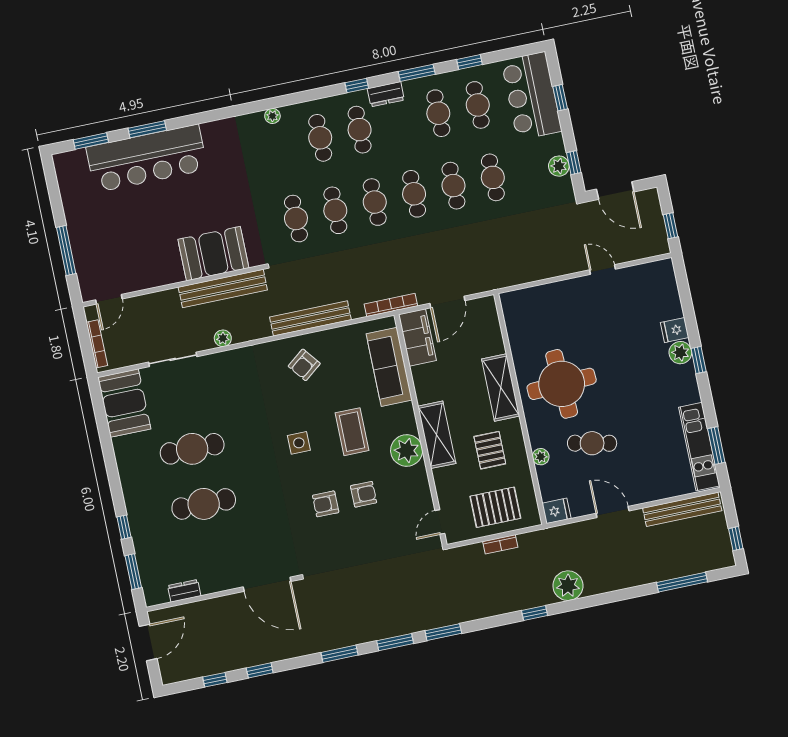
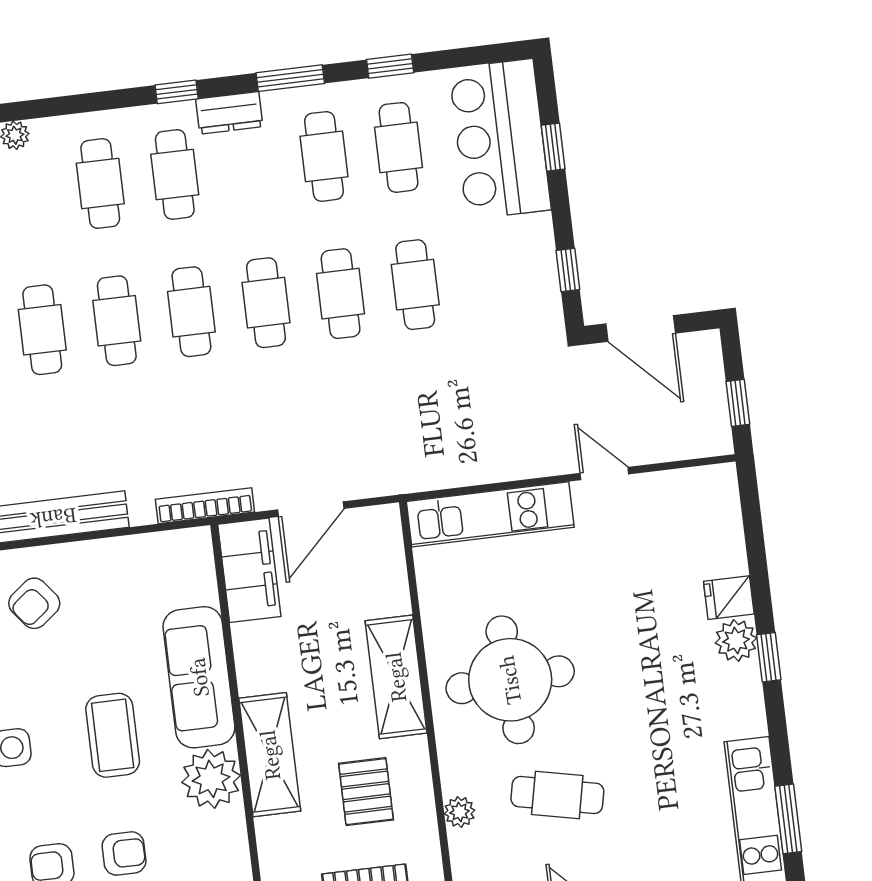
plant: (559, 166) -> (540, 274), removed
kitchen unit: (543, 297) -> (490, 514), added
sofa: (389, 367) -> (199, 677), moved

